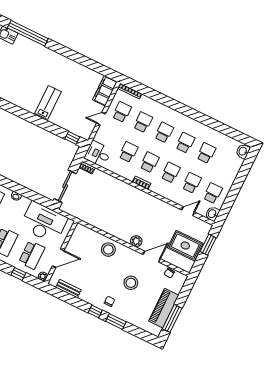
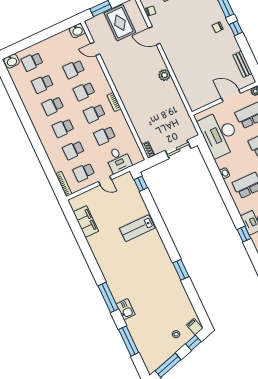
window: (28, 33) -> (108, 297), width x0.68
filing cabinet: (105, 91) -> (86, 222), moved, turned -90
desk: (98, 154) -> (118, 160), moved
sliding door: (65, 186) -> (178, 149), width x0.73
school desk: (213, 193) -> (32, 62), moved
plant: (136, 241) -> (164, 75), moved
stool: (108, 250) -> (185, 70), removed
stool: (131, 283) -> (188, 28), removed

